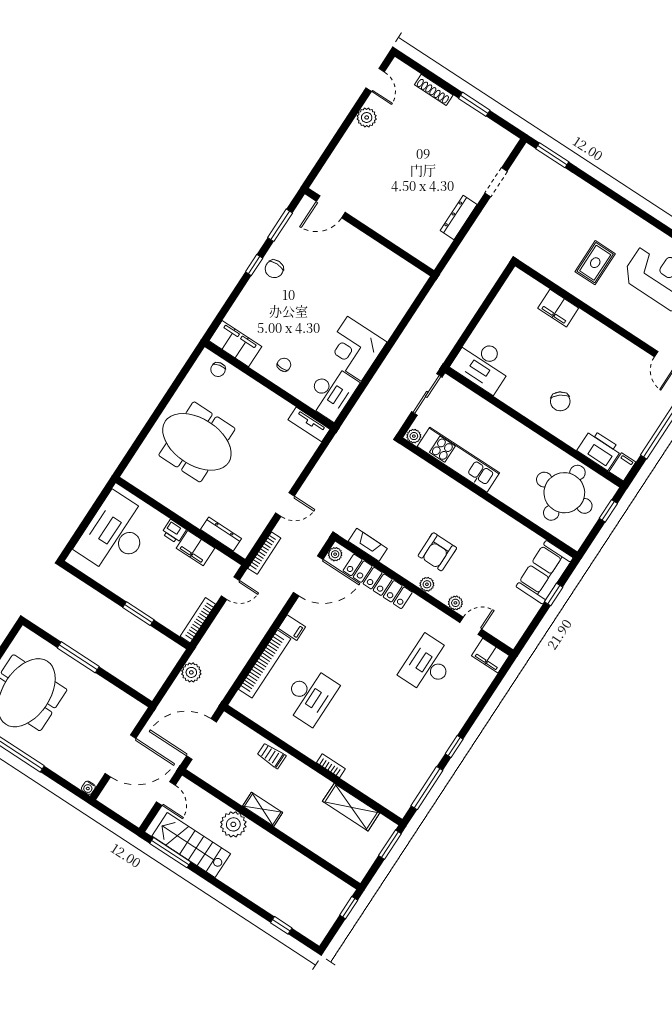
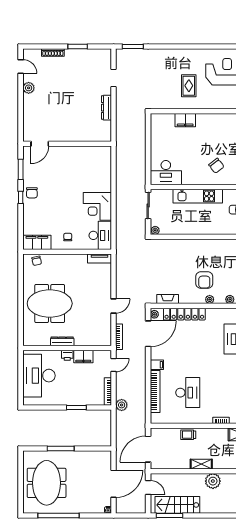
kitchen unit: (458, 460) -> (198, 196), moved, turned 180
dresser: (221, 534) -> (62, 341), moved
plant: (191, 672) -> (122, 405), moved
plant: (233, 824) -> (213, 481), moved

